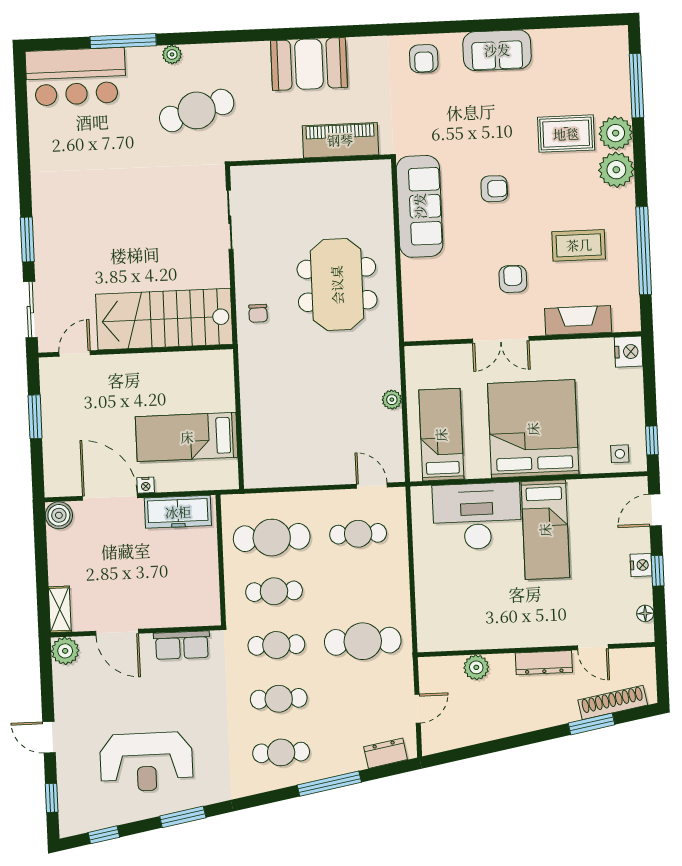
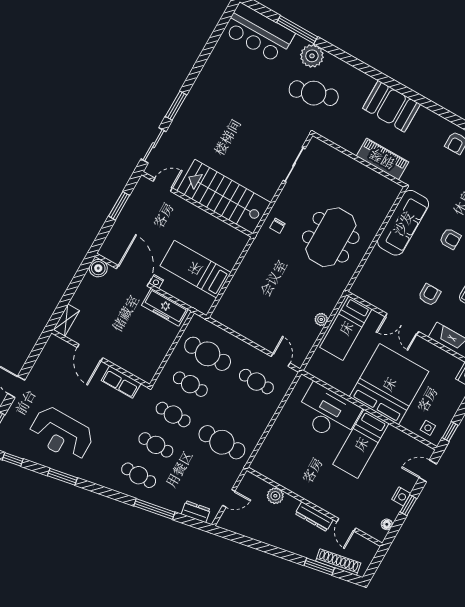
plant: (172, 54) -> (312, 56), width x1.88, depth x1.88
bed: (441, 435) -> (346, 328), moved, turned 180
plant: (65, 651) -> (55, 345), removed

